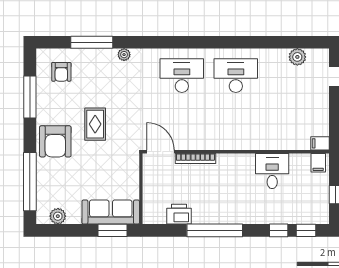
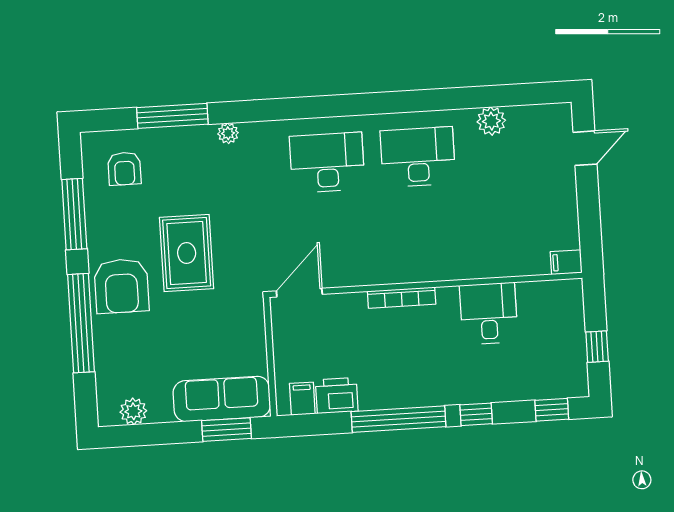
plant: (297, 57) -> (491, 121), moved
rug: (95, 124) -> (187, 253), width x1.36, depth x1.43
door: (161, 152) -> (299, 293), hinge flipped
bookcase: (195, 158) -> (402, 298), moved
filing cabinet: (318, 163) -> (302, 399), moved, turned 180
window: (30, 182) -> (81, 323), moved
window: (279, 230) -> (476, 414), moved

